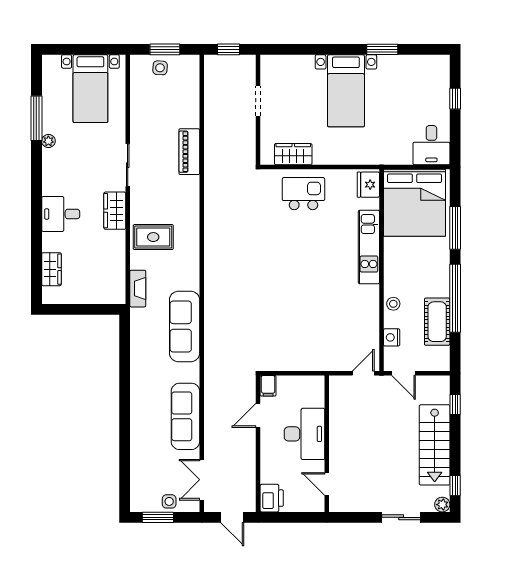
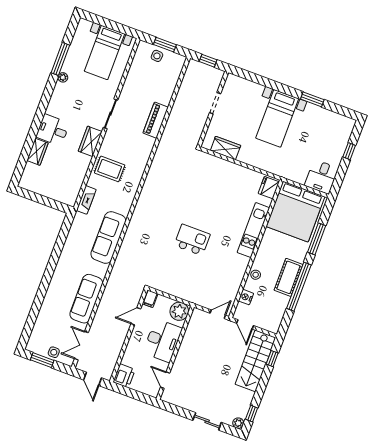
kitchen island: (303, 194) -> (192, 240), moved
wardrobe: (51, 269) -> (37, 152), moved
cot: (437, 322) -> (288, 277), moved
plant: (312, 388) -> (179, 311), added
stairs: (435, 445) -> (255, 361), moved

